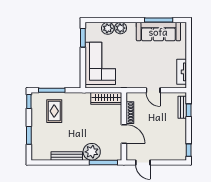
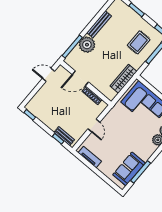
sofa: (158, 32) -> (129, 169), width x0.73
door: (153, 90) -> (94, 126), swing flipped
wardrobe: (106, 98) -> (124, 79), moved
rug: (54, 111) -> (139, 42), turned 90

